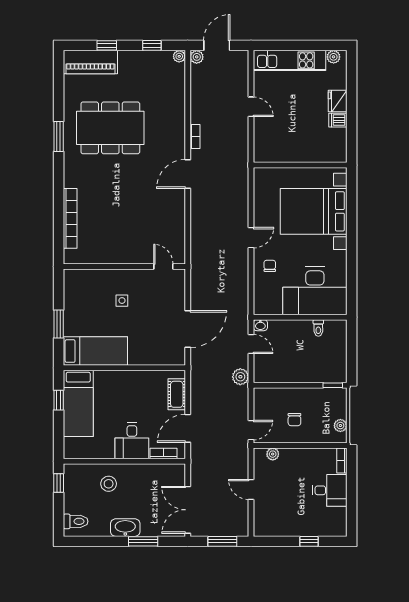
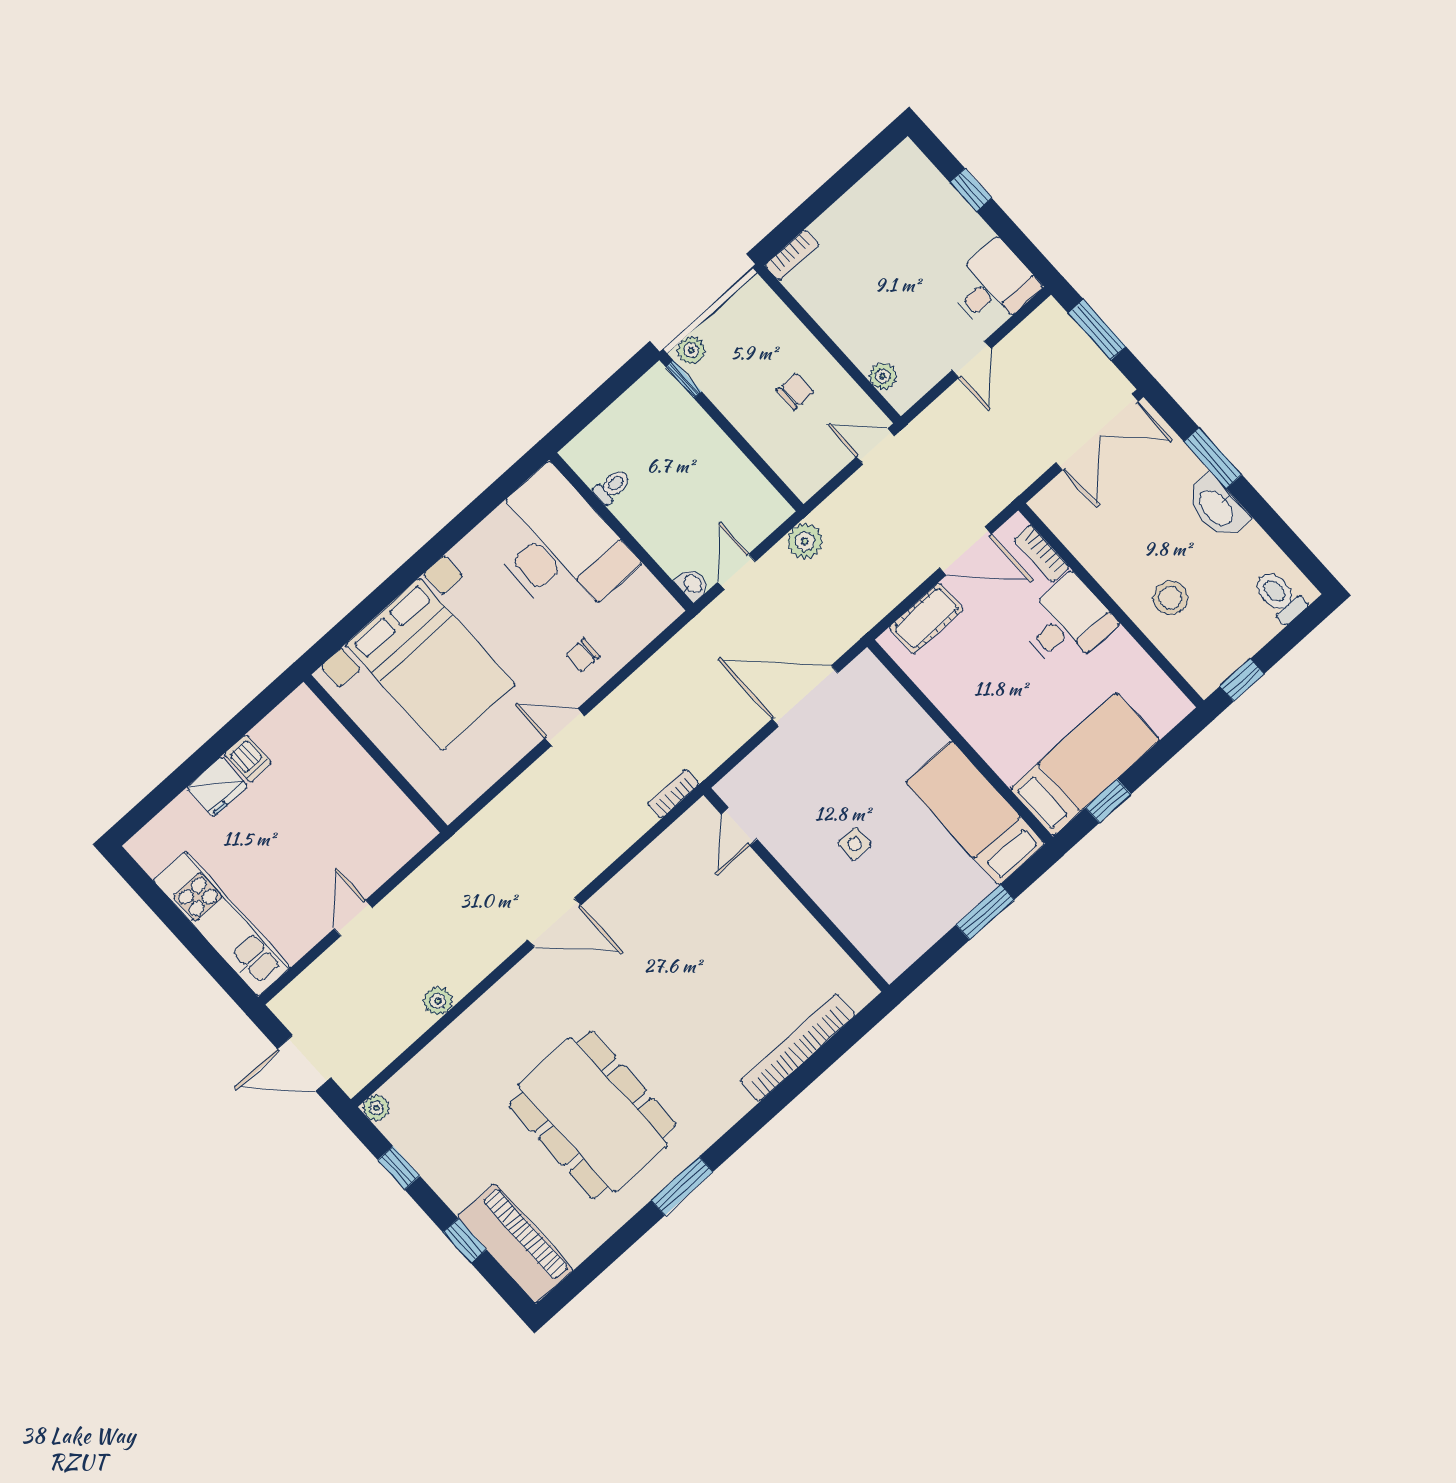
plant: (197, 57) -> (438, 1001), moved
plant: (334, 57) -> (152, 858), removed
bookcase: (195, 136) -> (673, 794), moved
plant: (340, 426) -> (691, 350), moved
desk: (330, 490) -> (993, 286), moved, turned 90

